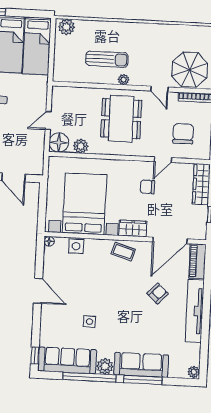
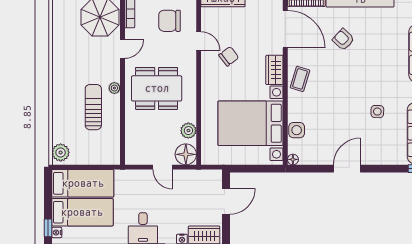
chair: (147, 187) -> (229, 56), turned -127

